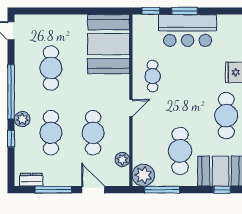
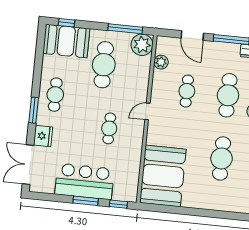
cafe table: (153, 76) -> (109, 128), moved
cafe table: (226, 116) -> (55, 95), width x0.73, depth x0.74
cafe table: (93, 133) -> (187, 91), width x0.73, depth x0.74

